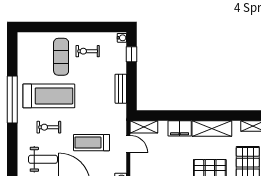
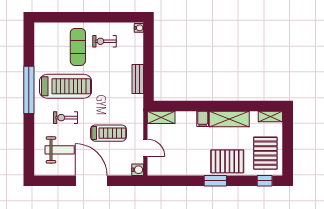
window: (132, 54) -> (149, 44), removed
filing cabinet: (180, 128) -> (203, 119), width x0.50
treadmill: (92, 143) -> (108, 133), turned 180
door: (128, 144) -> (145, 148), moved

